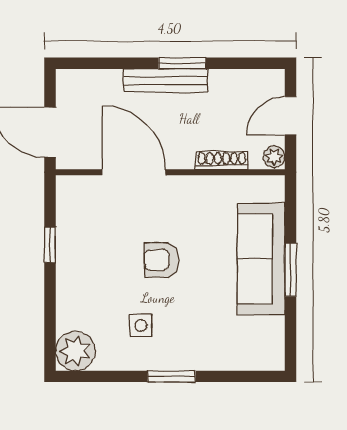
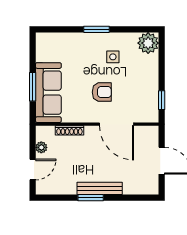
shoe rack: (222, 161) -> (69, 130), moved
door: (134, 172) -> (117, 124), moved
wall: (170, 172) -> (97, 124), moved

